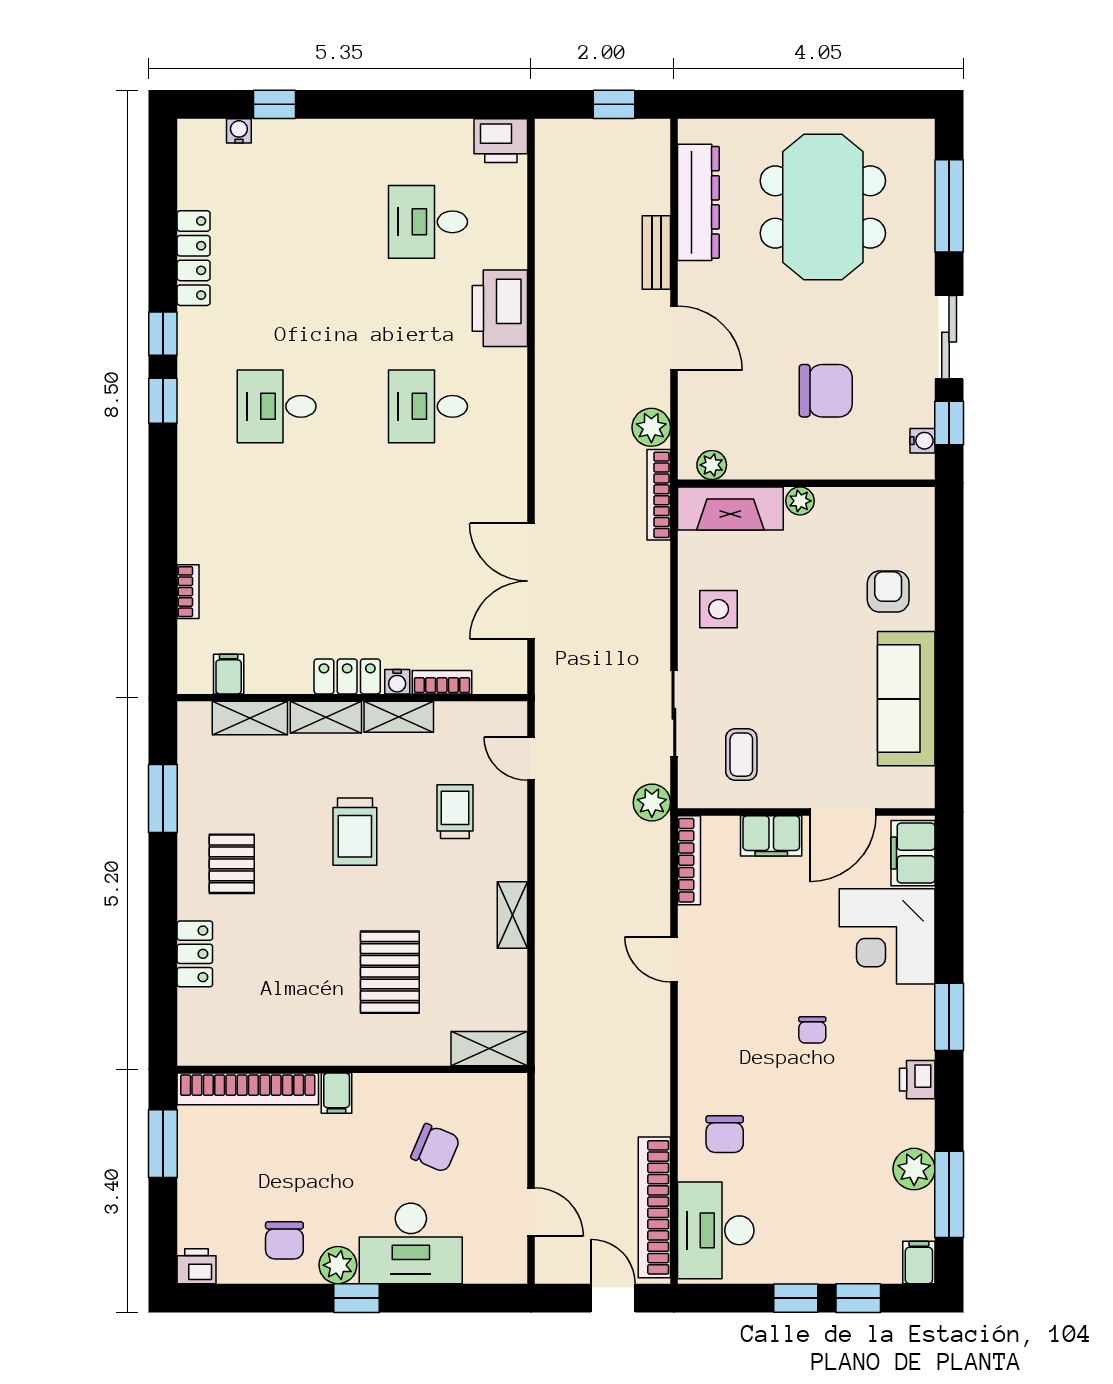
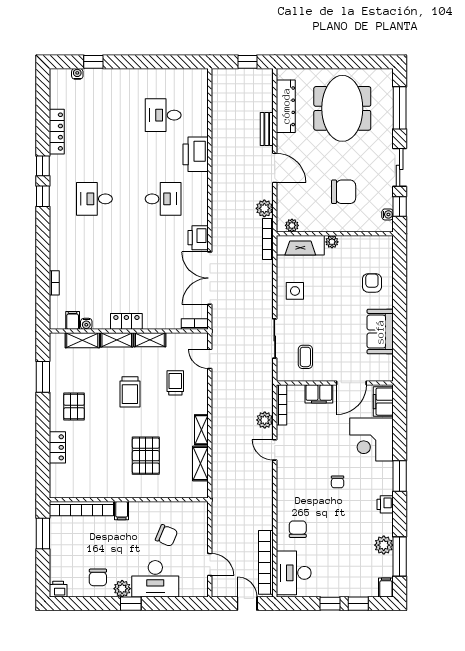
printer: (501, 141) -> (198, 238), moved, turned 90
desk: (428, 406) -> (163, 199), turned 180
water cooler: (397, 682) -> (86, 324), moved
bookcase: (442, 682) -> (195, 324), moved
sofa: (906, 699) -> (380, 332), width x0.73
plant: (652, 803) -> (265, 420), moved
shelving: (489, 1049) -> (200, 464), moved, turned 90
chair: (725, 1134) -> (298, 529), turned 180

